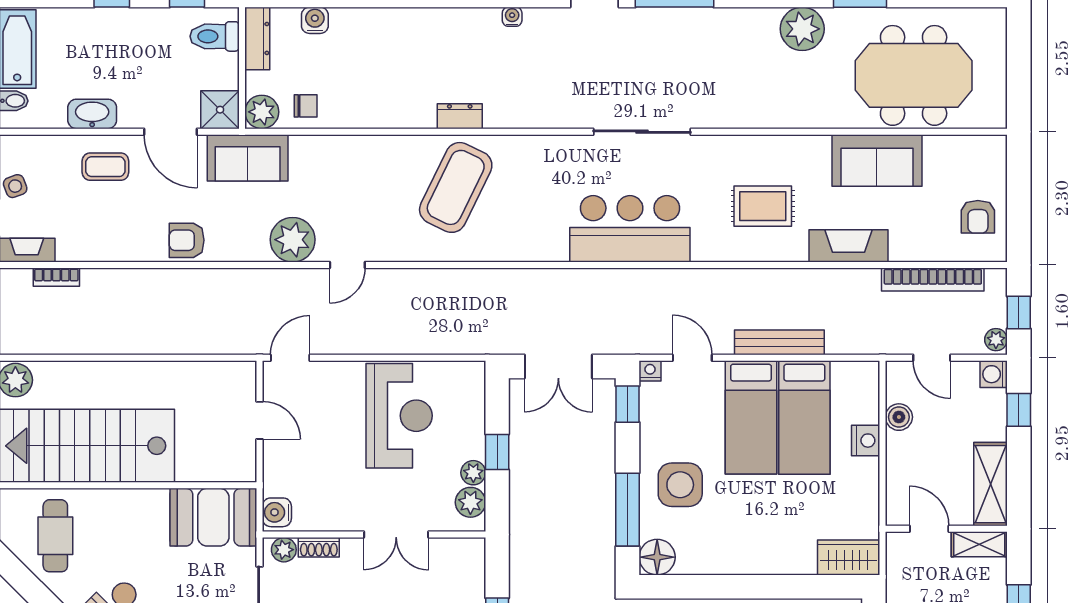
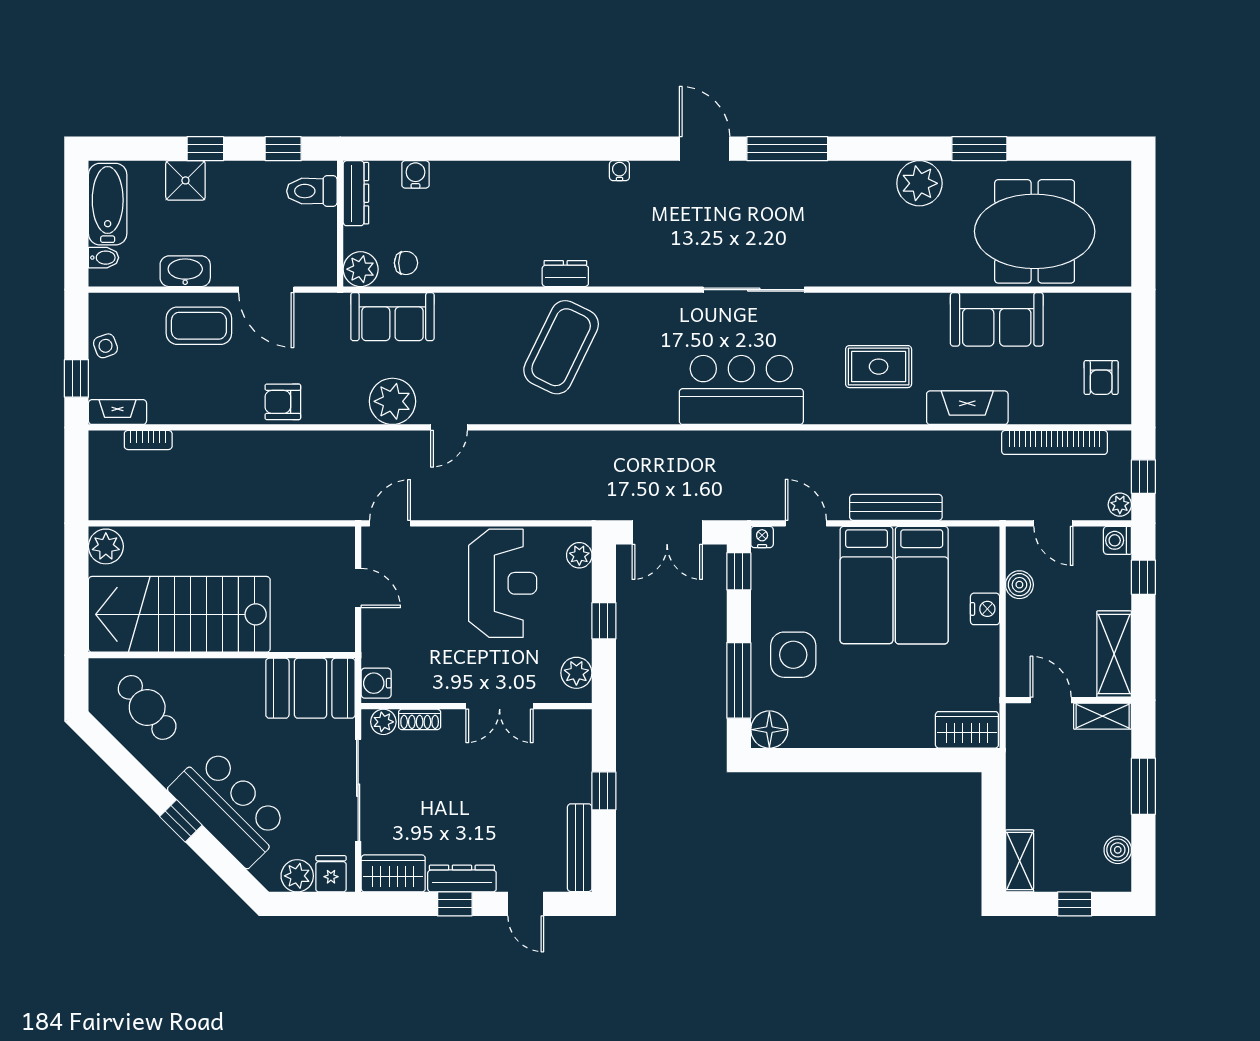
shower: (220, 110) -> (185, 180), moved
sofa: (248, 158) -> (392, 317), moved
coffee table: (105, 167) -> (199, 326), width x1.36, depth x1.30
plant: (473, 473) -> (579, 555), moved
cafe table: (55, 536) -> (147, 707), turned -40

